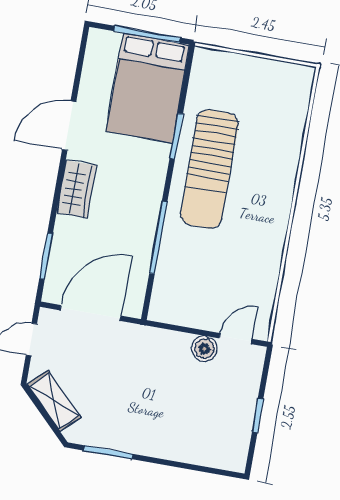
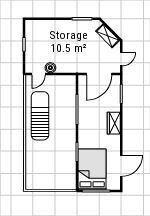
door: (69, 126) -> (121, 166), moved
sun lounger: (209, 169) -> (40, 116), moved

